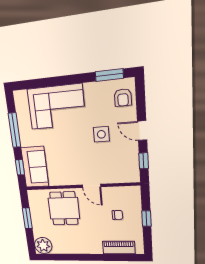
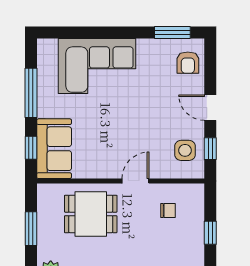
side table: (101, 134) -> (185, 150), moved
door: (92, 186) -> (136, 181), swing flipped
dining table: (64, 208) -> (91, 214), turned 90
chair: (117, 215) -> (168, 210), moved

